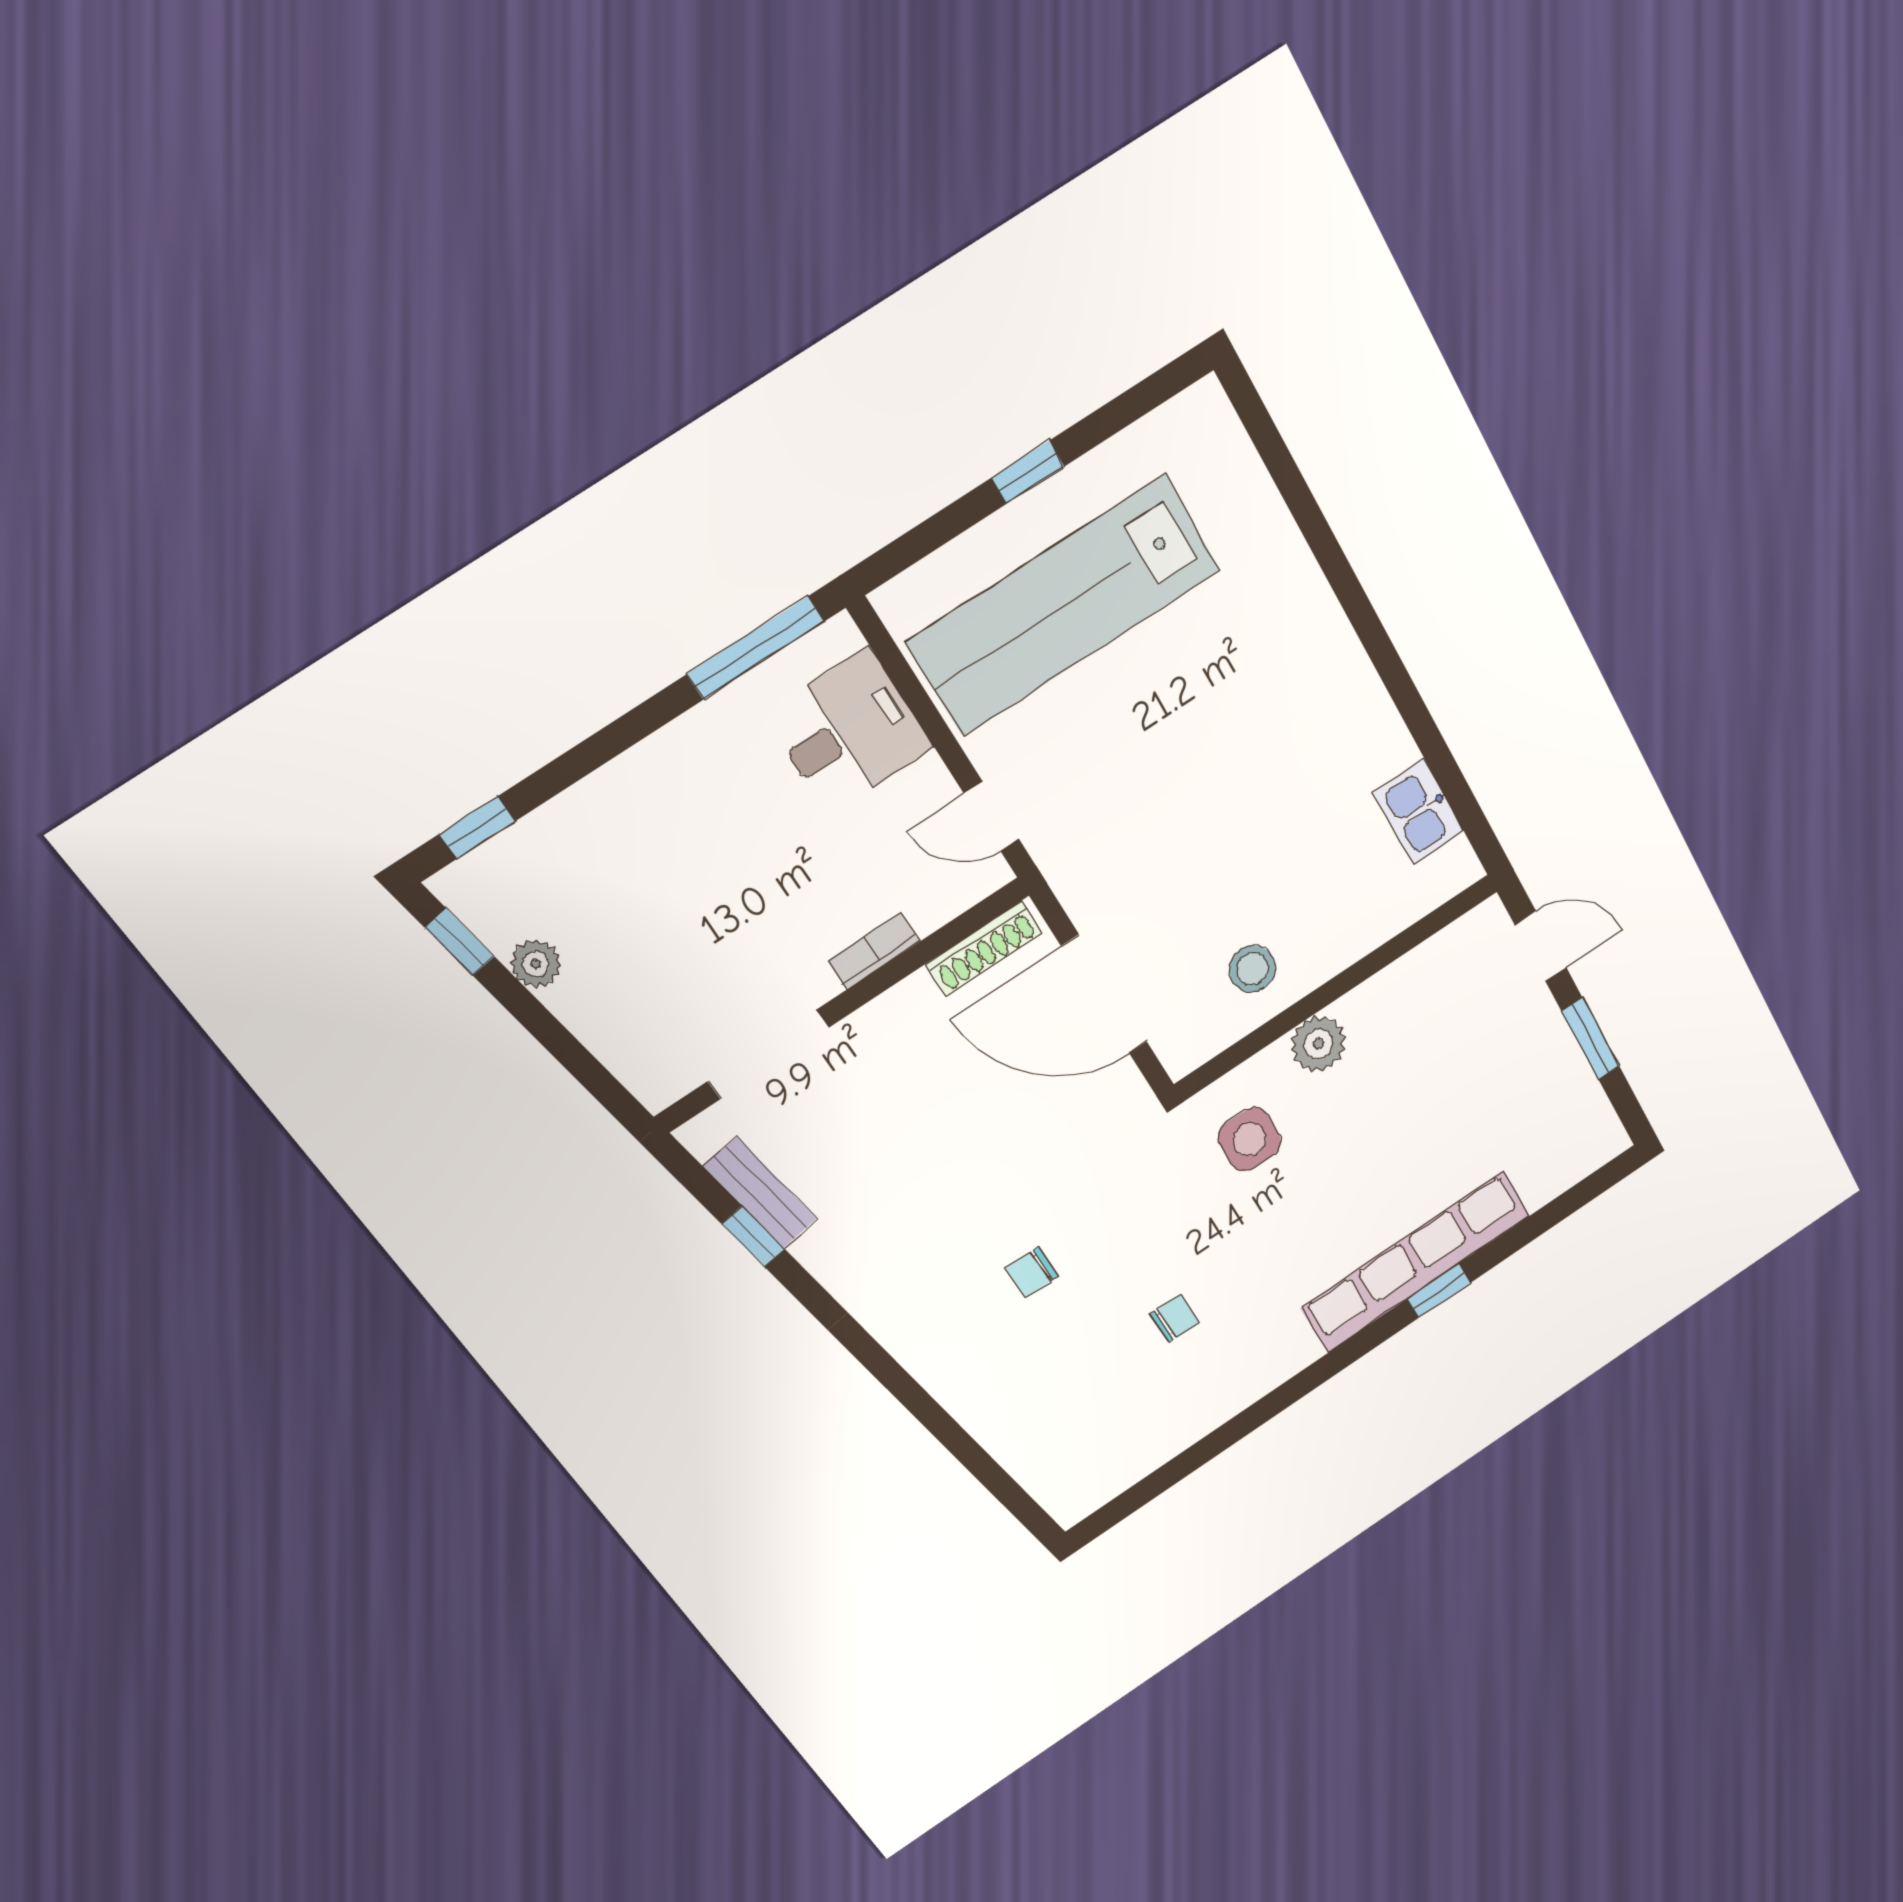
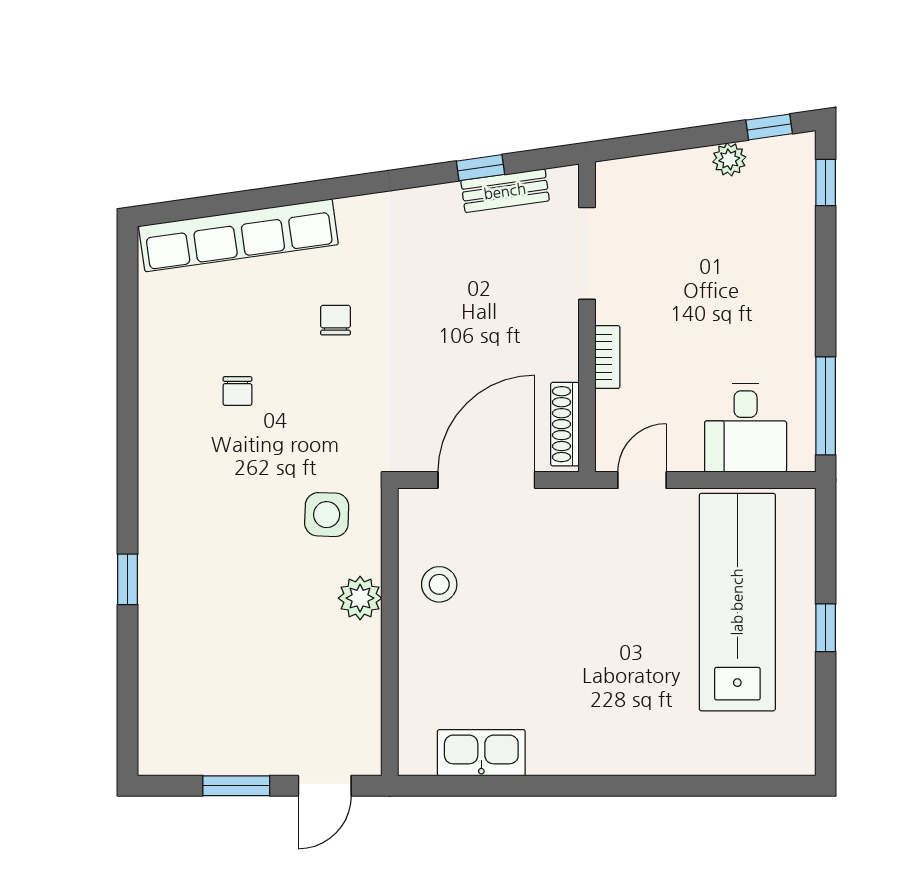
kitchen sink: (1419, 812) -> (481, 753), width x1.38
row of seats: (1416, 1262) -> (238, 235), moved, turned 82

